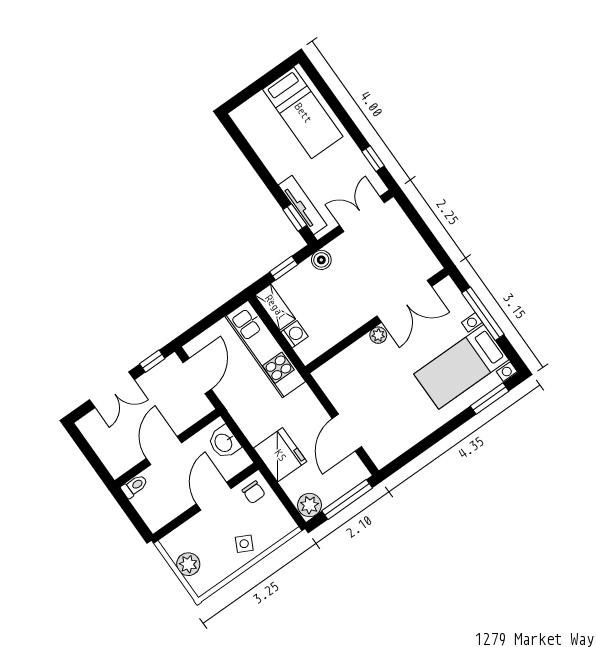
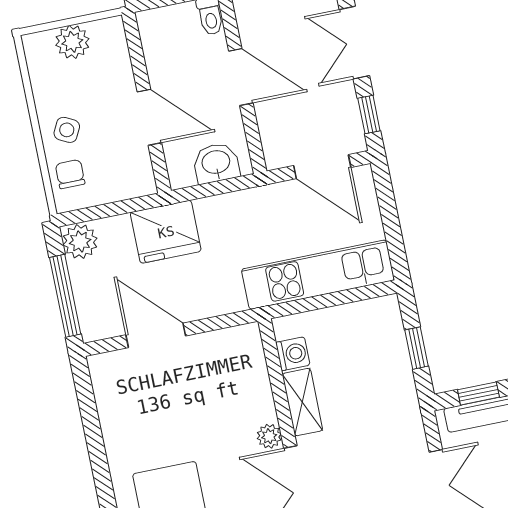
boiler: (321, 260) -> (405, 404), removed
shelving: (275, 307) -> (302, 402), moved, turned 90
washing machine: (295, 334) -> (293, 354), moved, turned -90
chair: (254, 492) -> (70, 174), moved, turned 90

